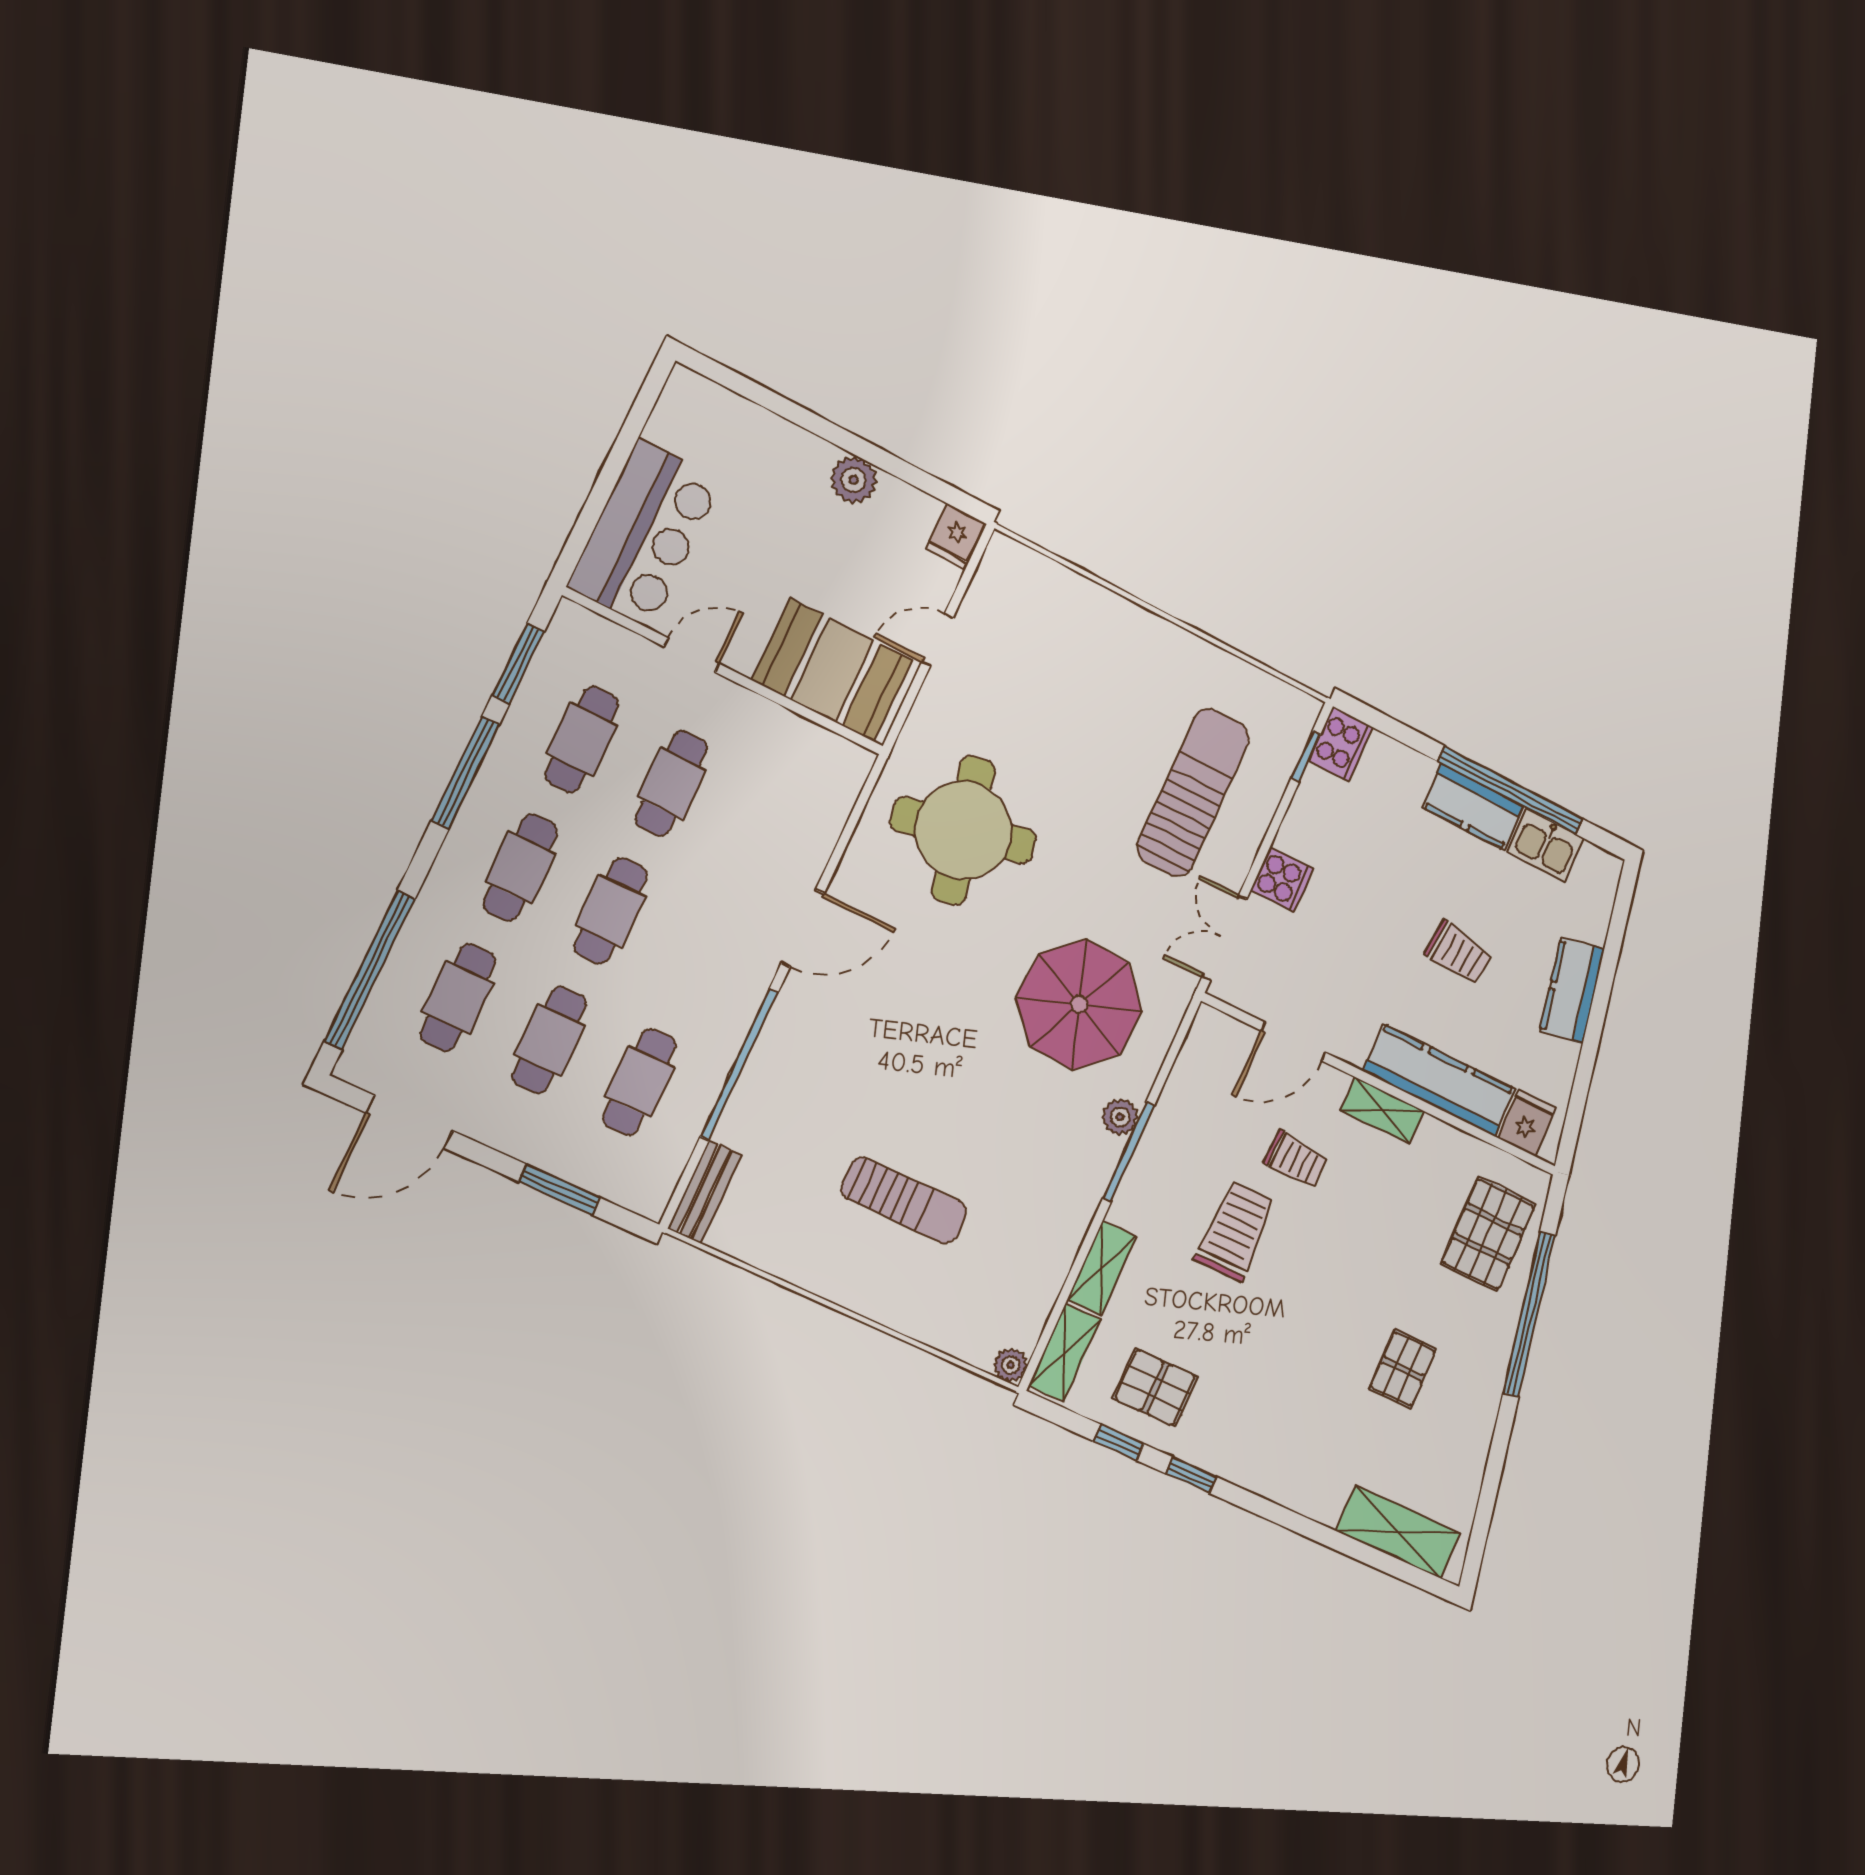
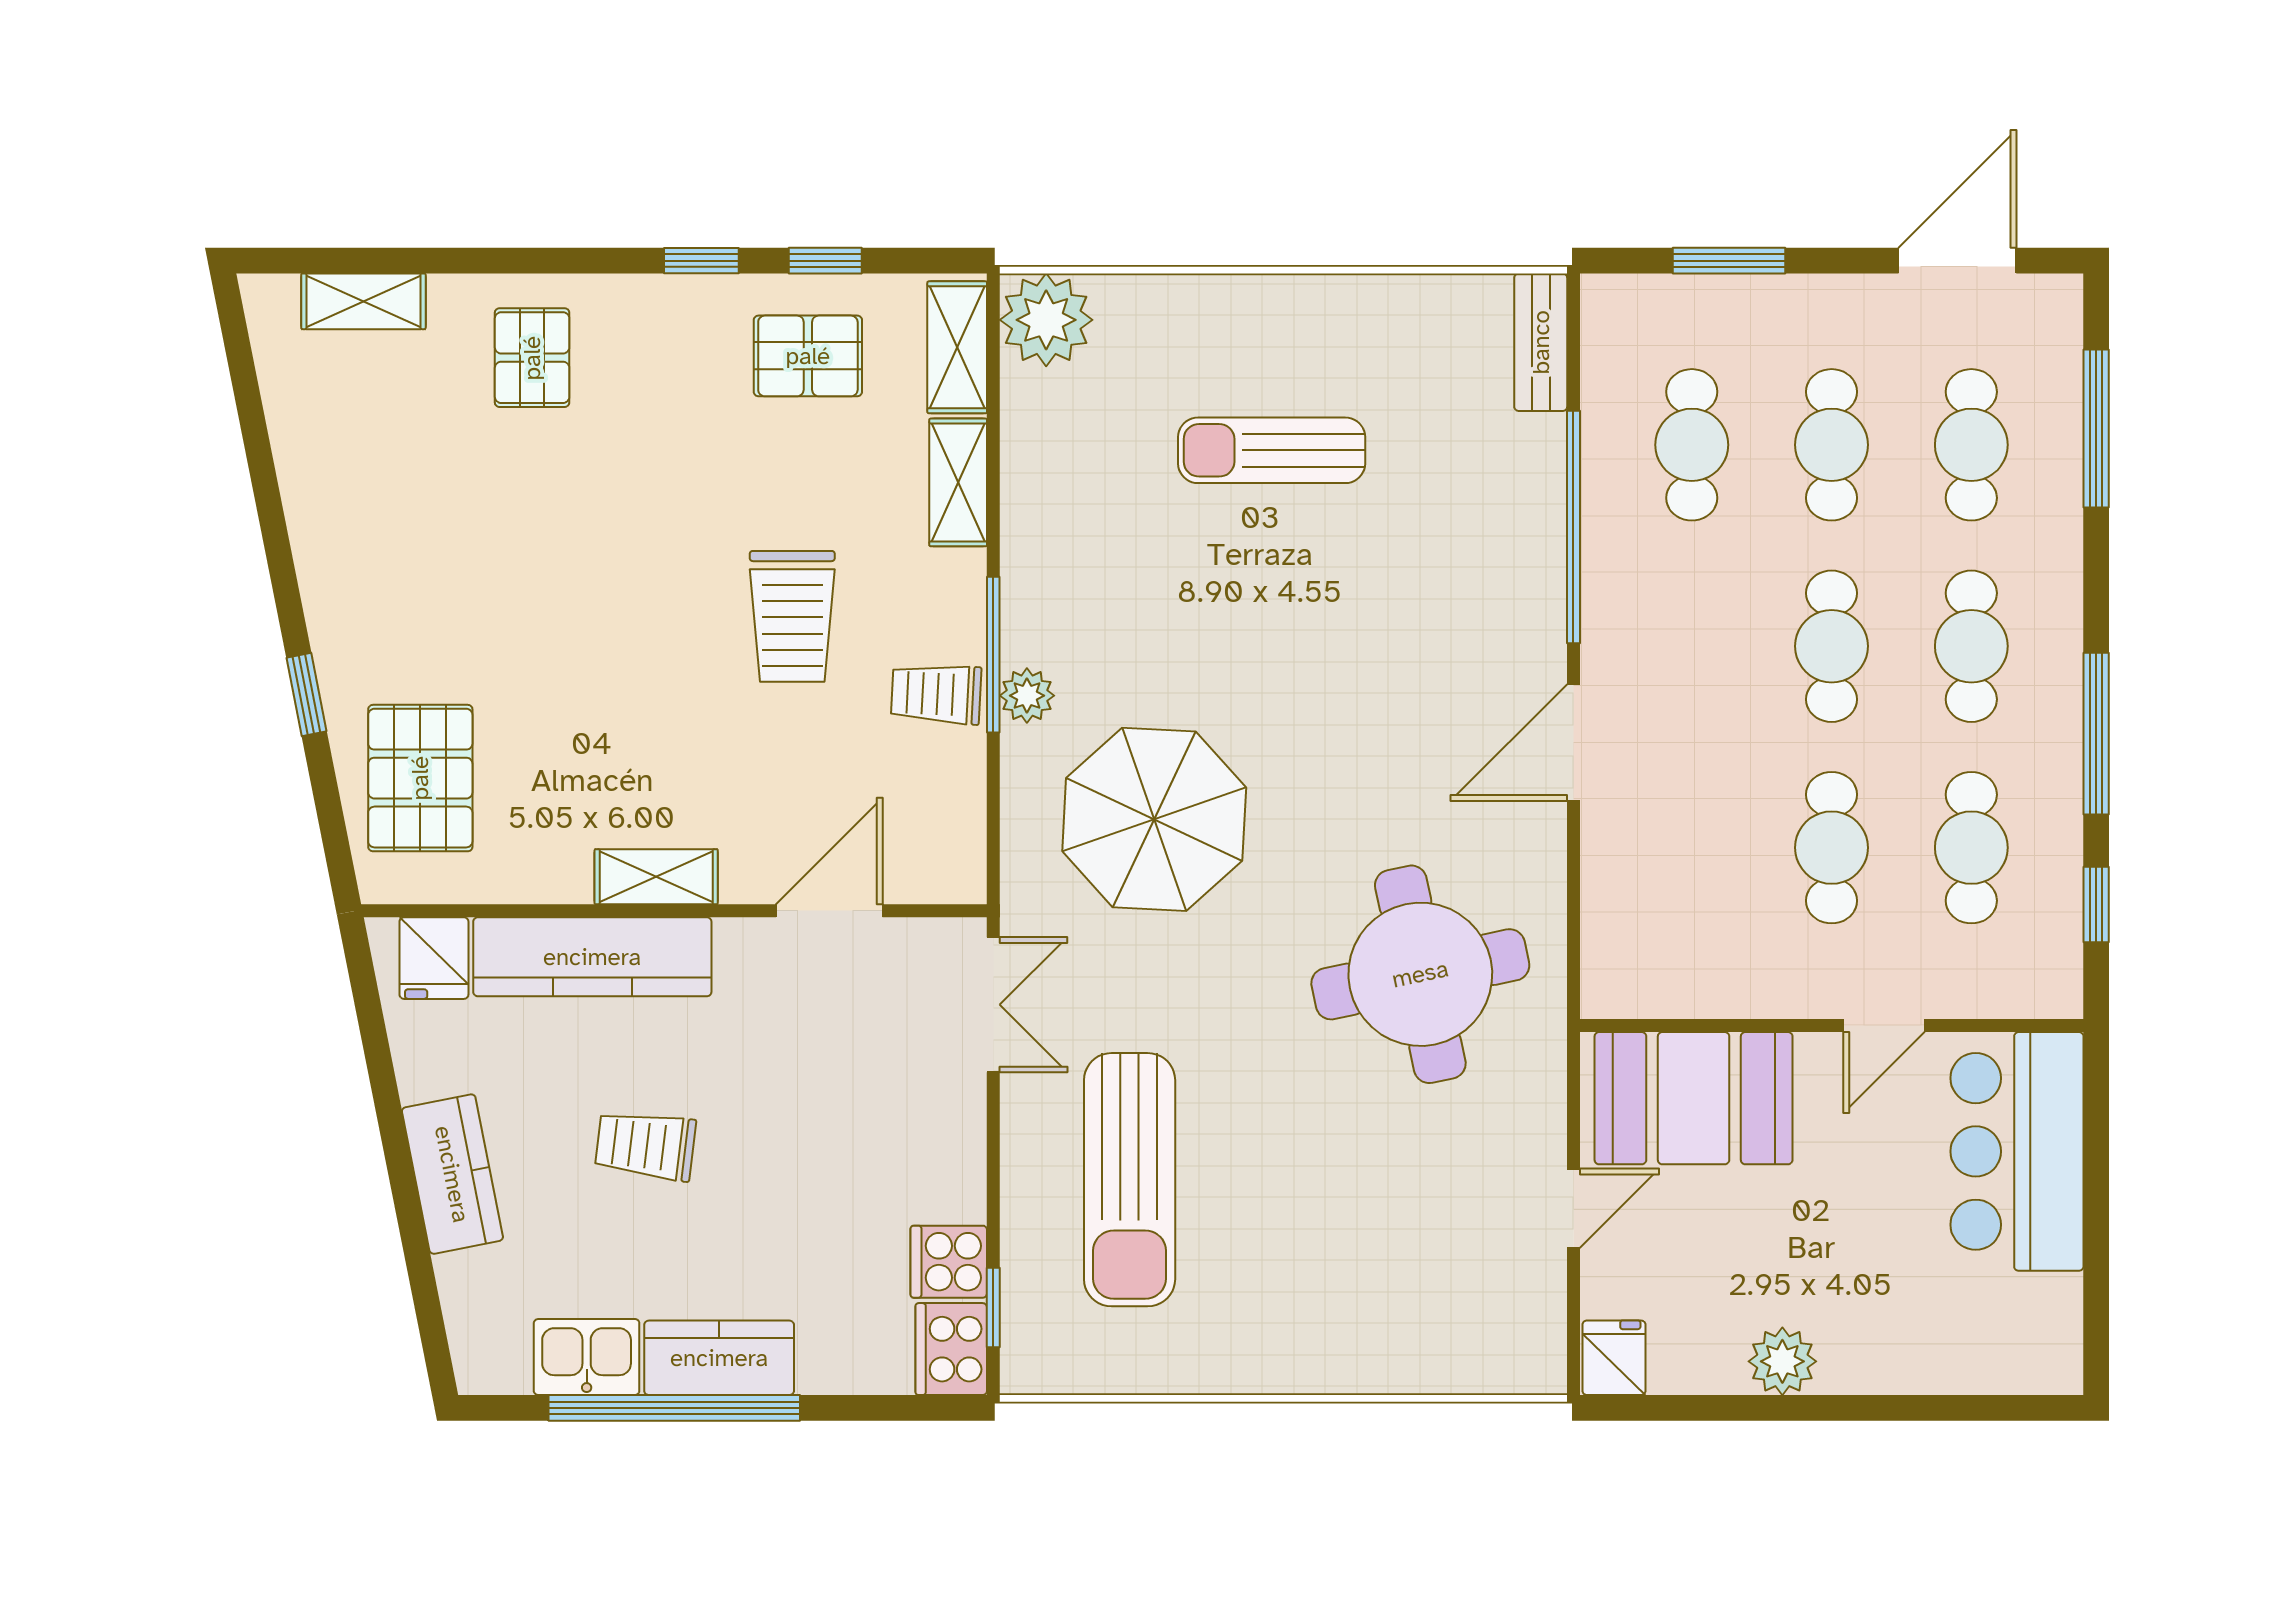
window: (518, 663) -> (2096, 904), width x0.67
cooker: (1282, 880) -> (949, 1262), moved
window: (370, 970) -> (2096, 428), width x0.68
trolley: (1296, 1160) -> (936, 694), moved
window: (1529, 1314) -> (306, 695), width x0.32
plant: (1010, 1365) -> (1046, 320), width x1.87, depth x1.87
pallet: (1403, 1369) -> (532, 358), moved
shelving: (1398, 1532) -> (363, 301), width x0.67, depth x0.75

